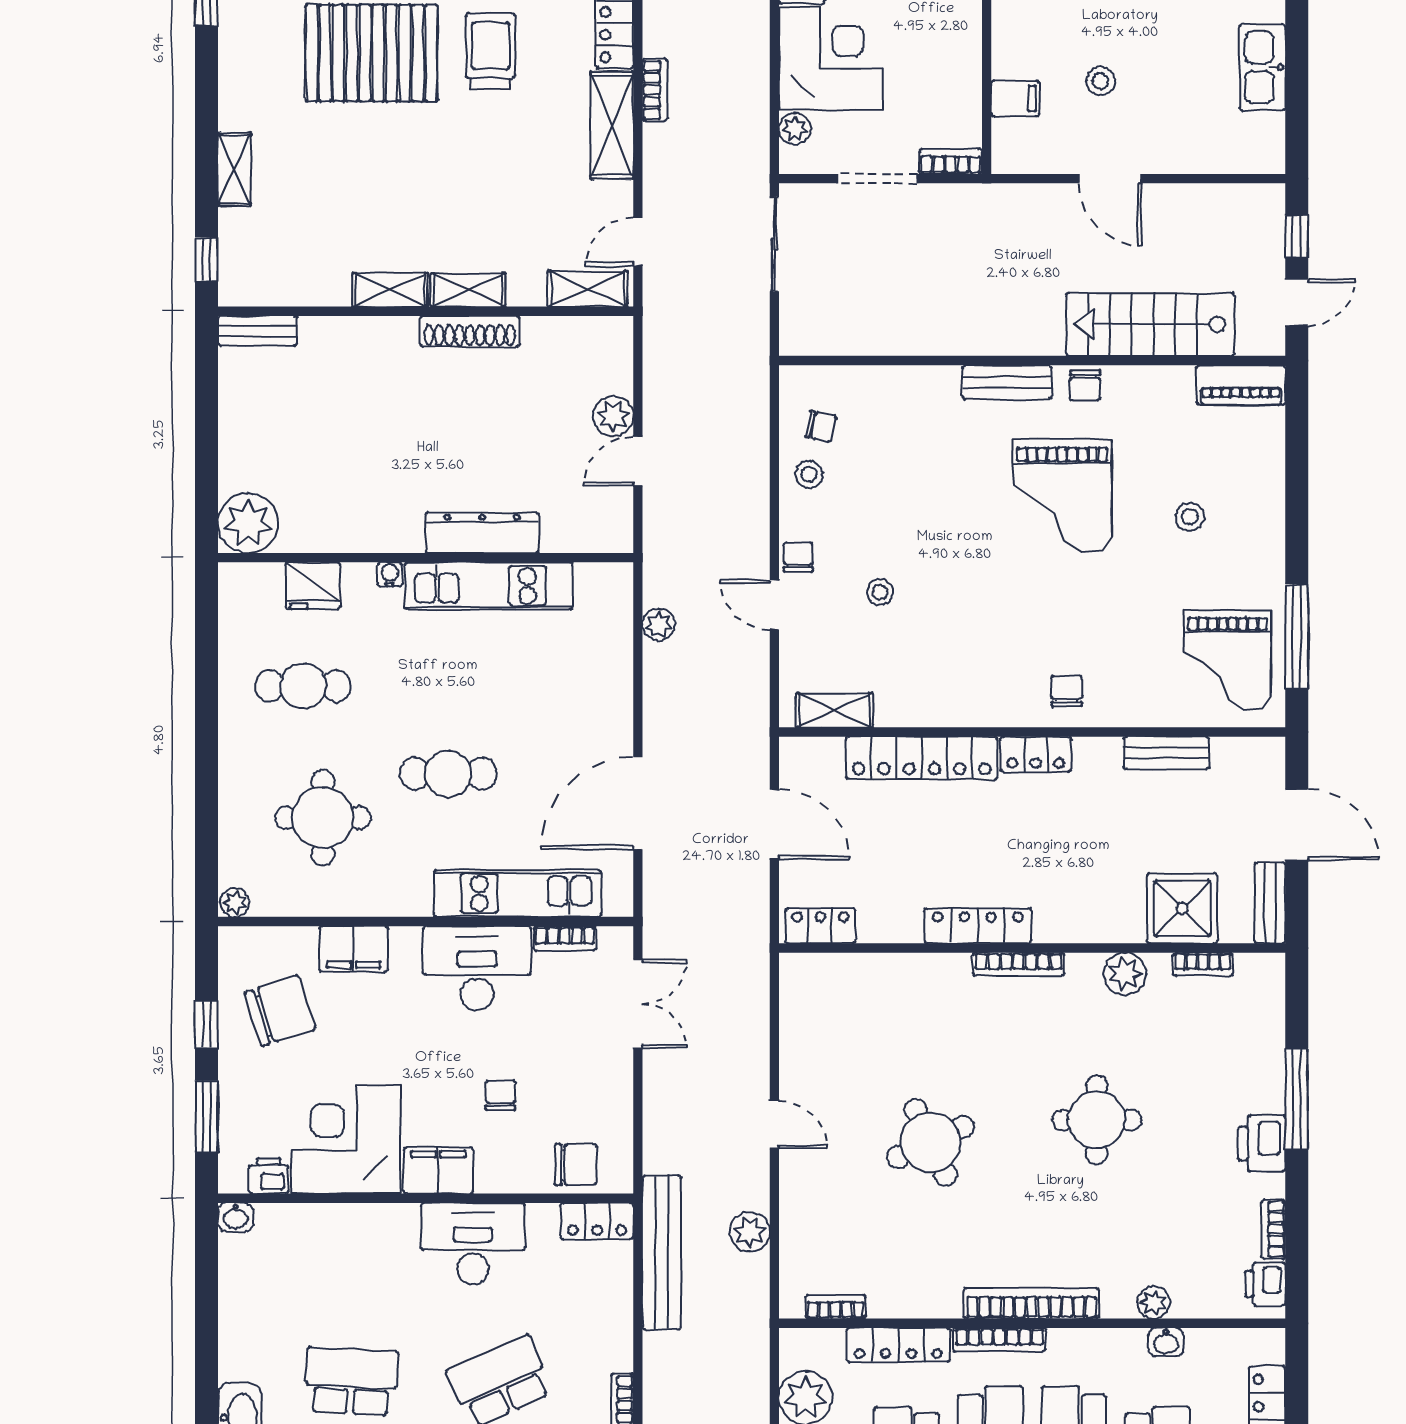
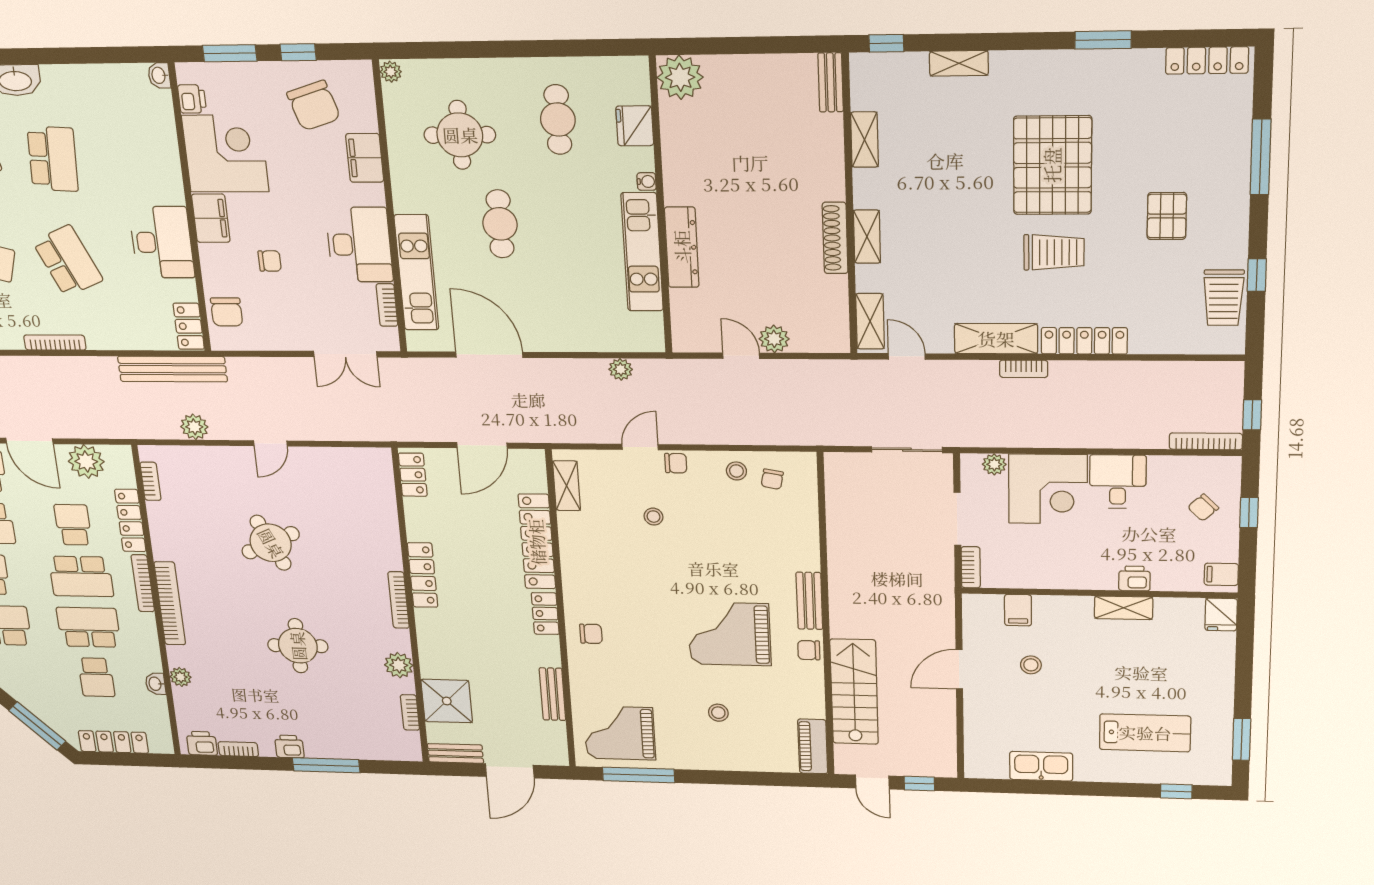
shelving: (390, 290) -> (864, 140), moved
printer: (1262, 1143) -> (289, 747), width x0.73, depth x0.81

